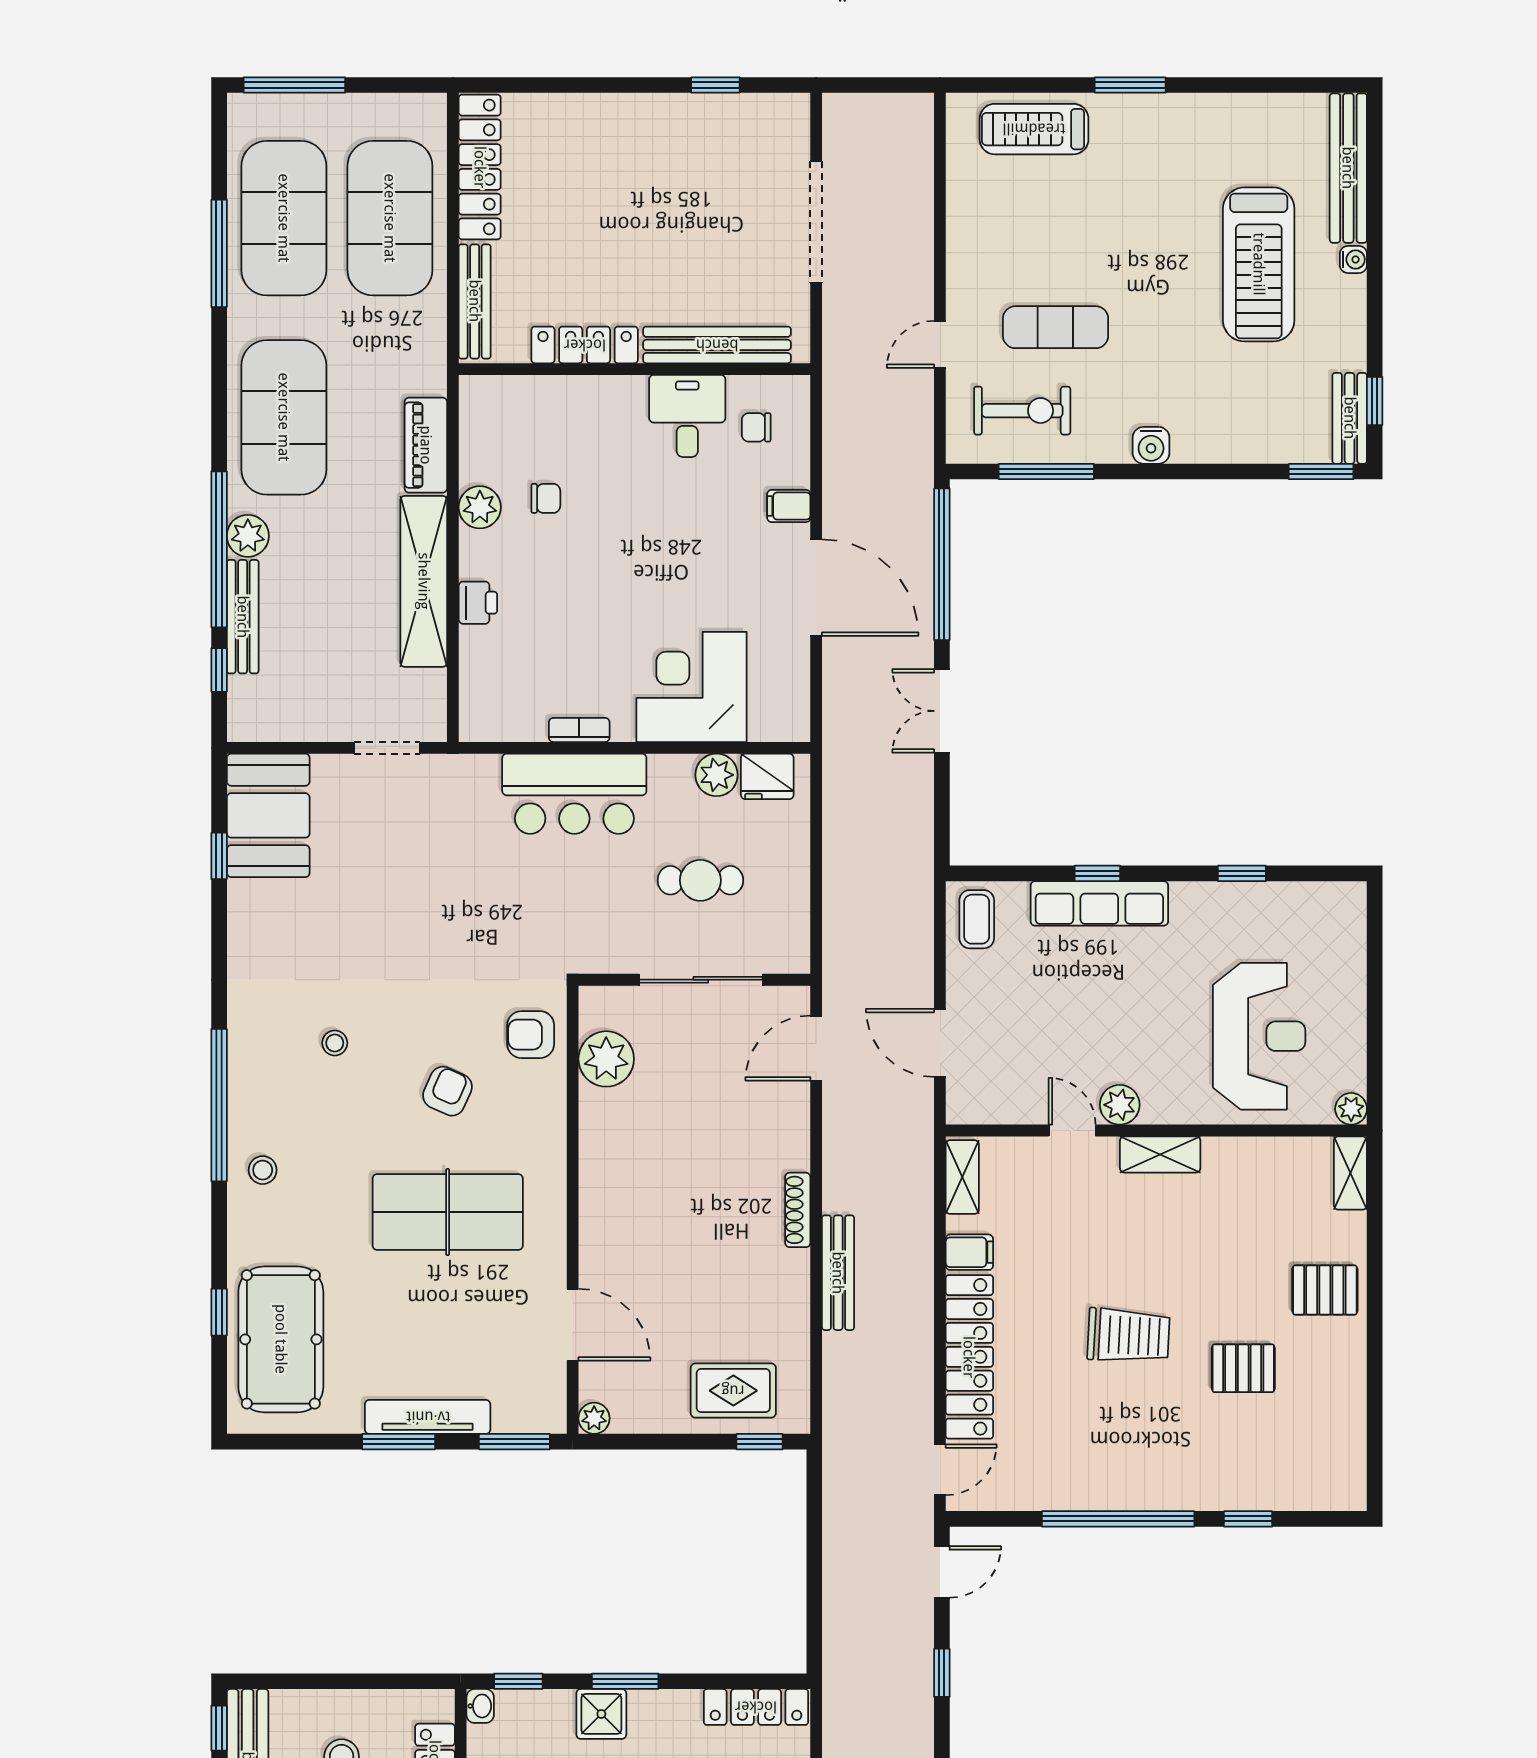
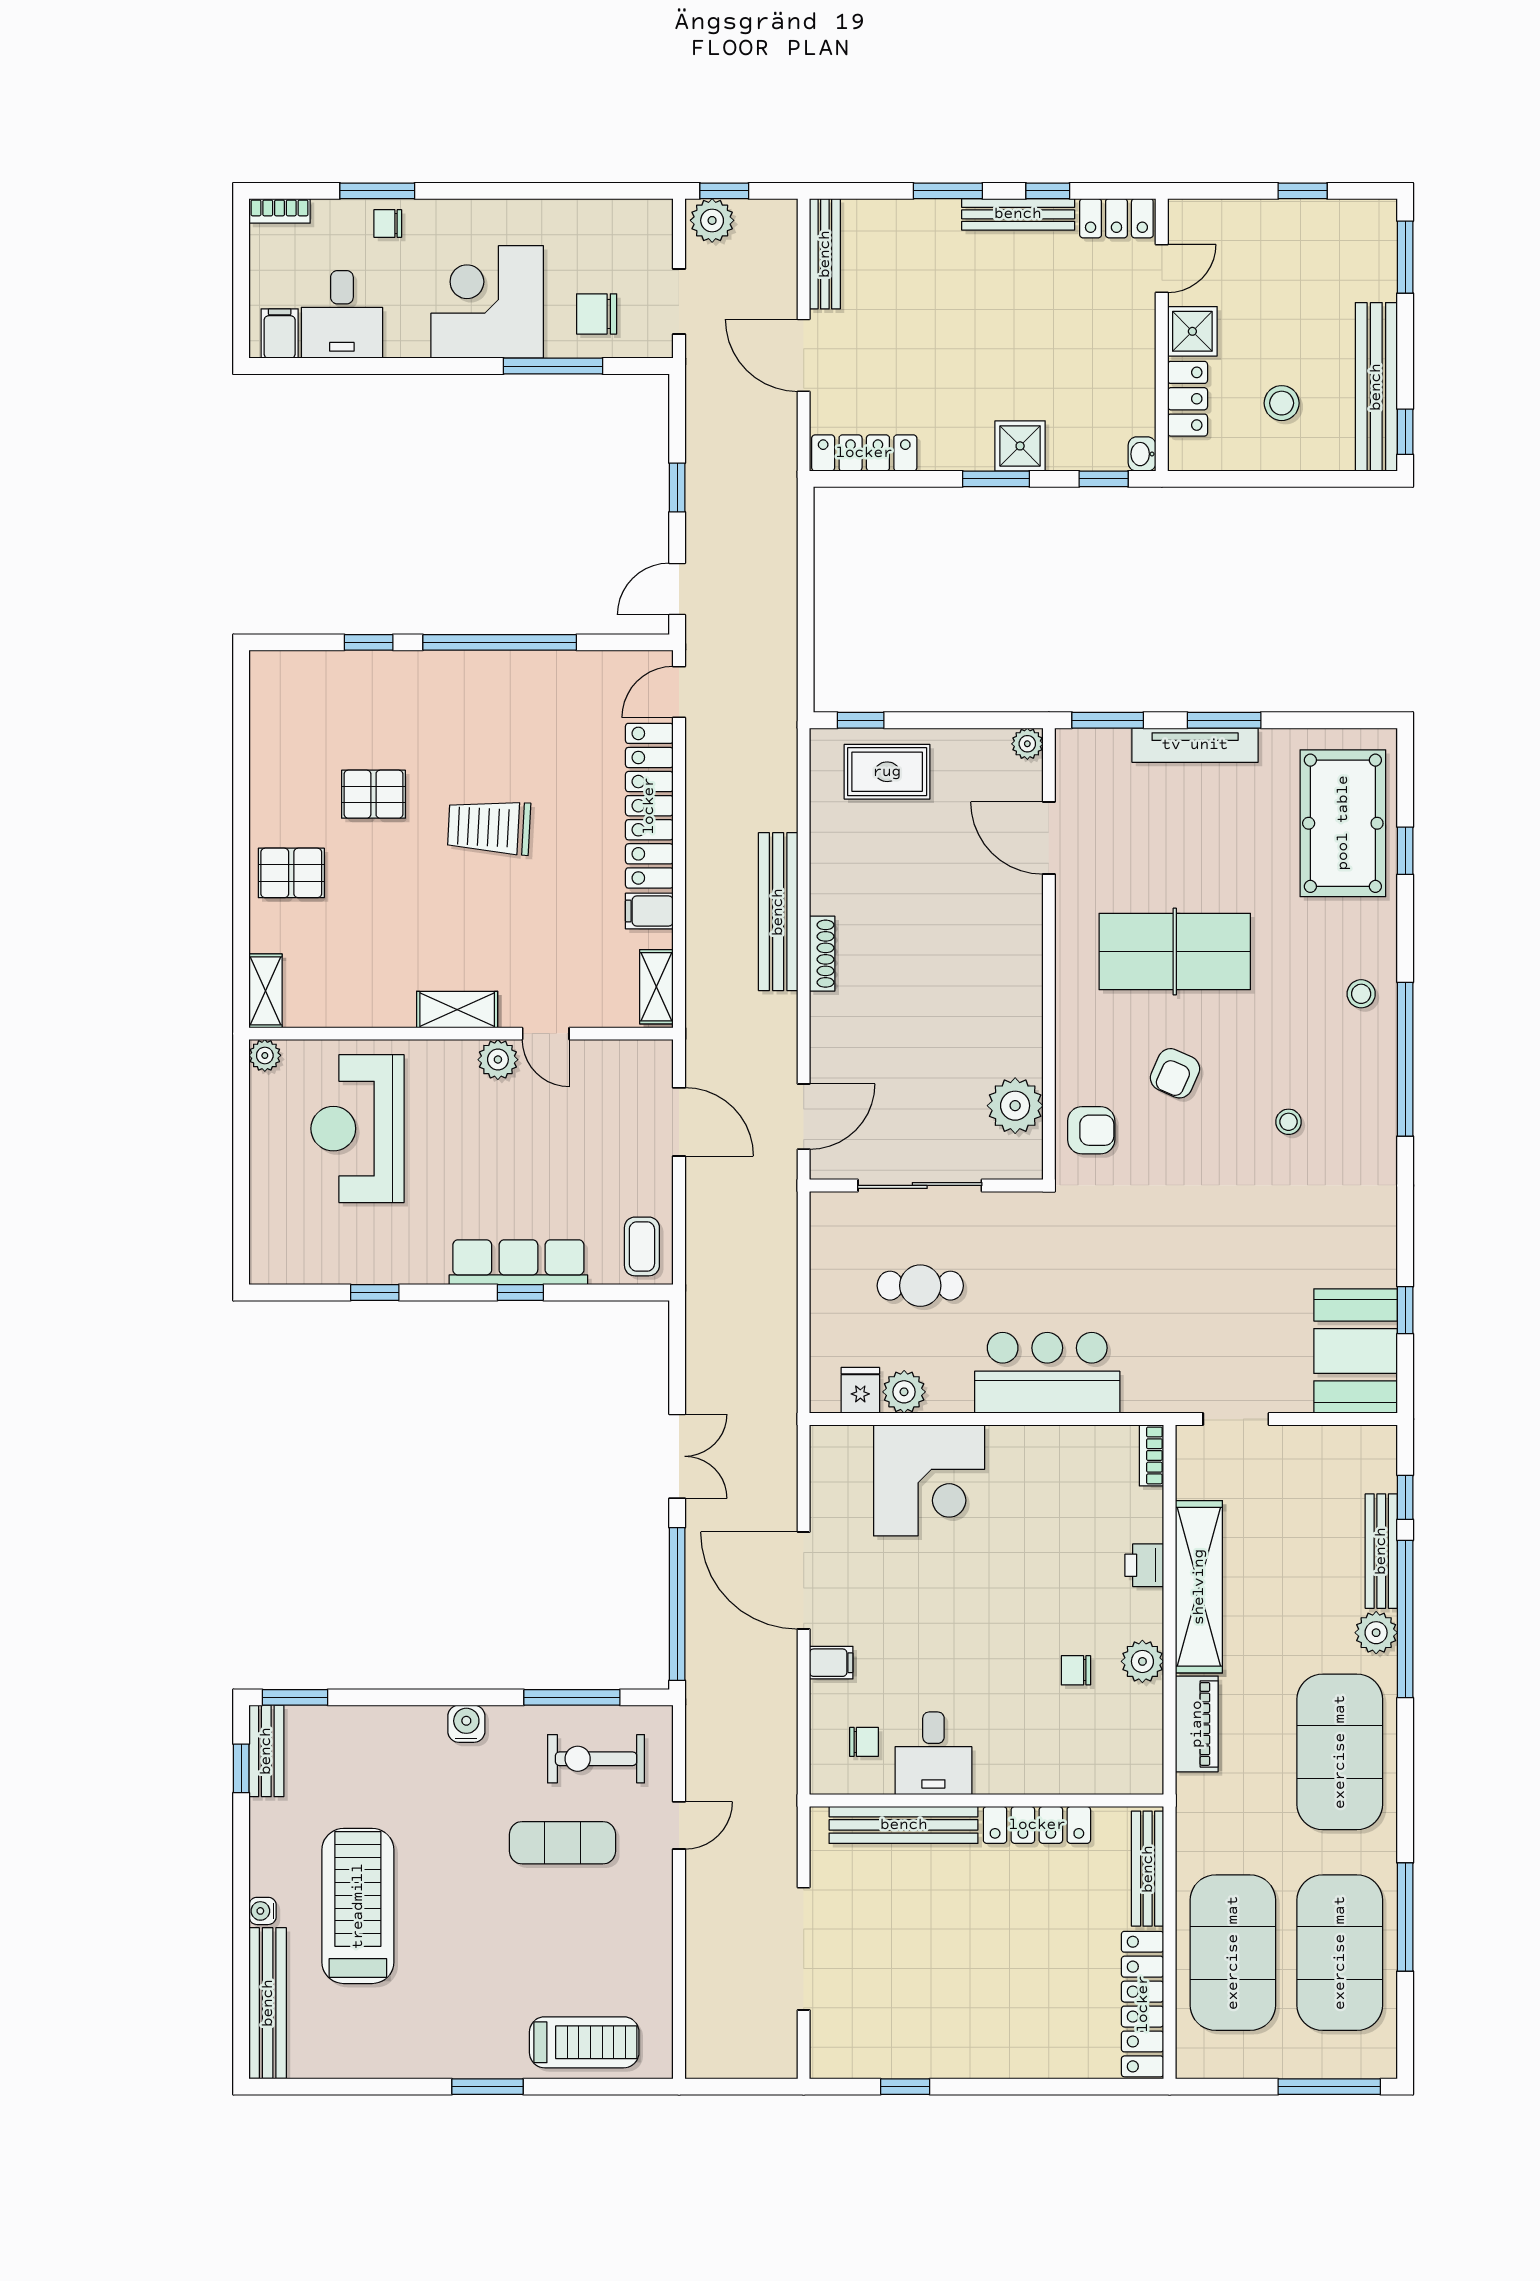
bookcase: (579, 730) -> (1151, 1455), moved, turned 90
fridge: (767, 776) -> (860, 1390), width x0.72
bench: (838, 1273) -> (778, 912), width x1.37, depth x1.21

